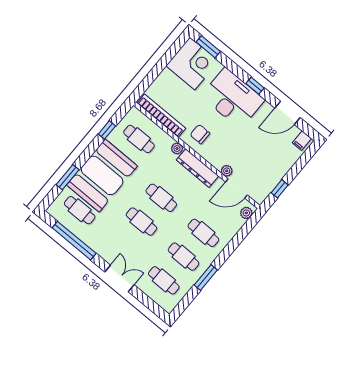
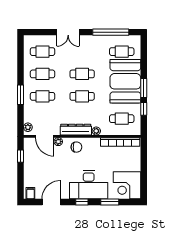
window: (208, 47) -> (110, 202), moved
chair: (200, 134) -> (76, 147), moved
window: (68, 177) -> (144, 88), moved
door: (236, 188) -> (45, 136), swing flipped
window: (206, 277) -> (20, 95), moved

